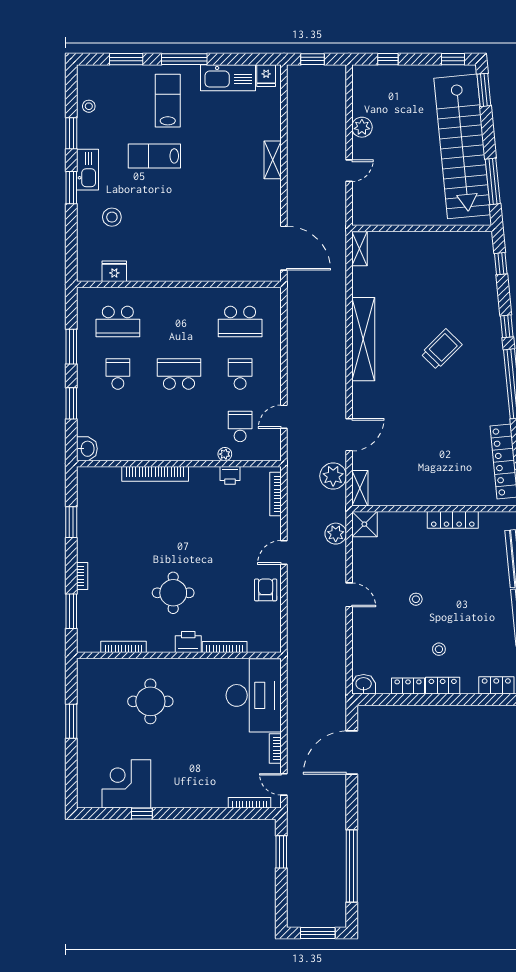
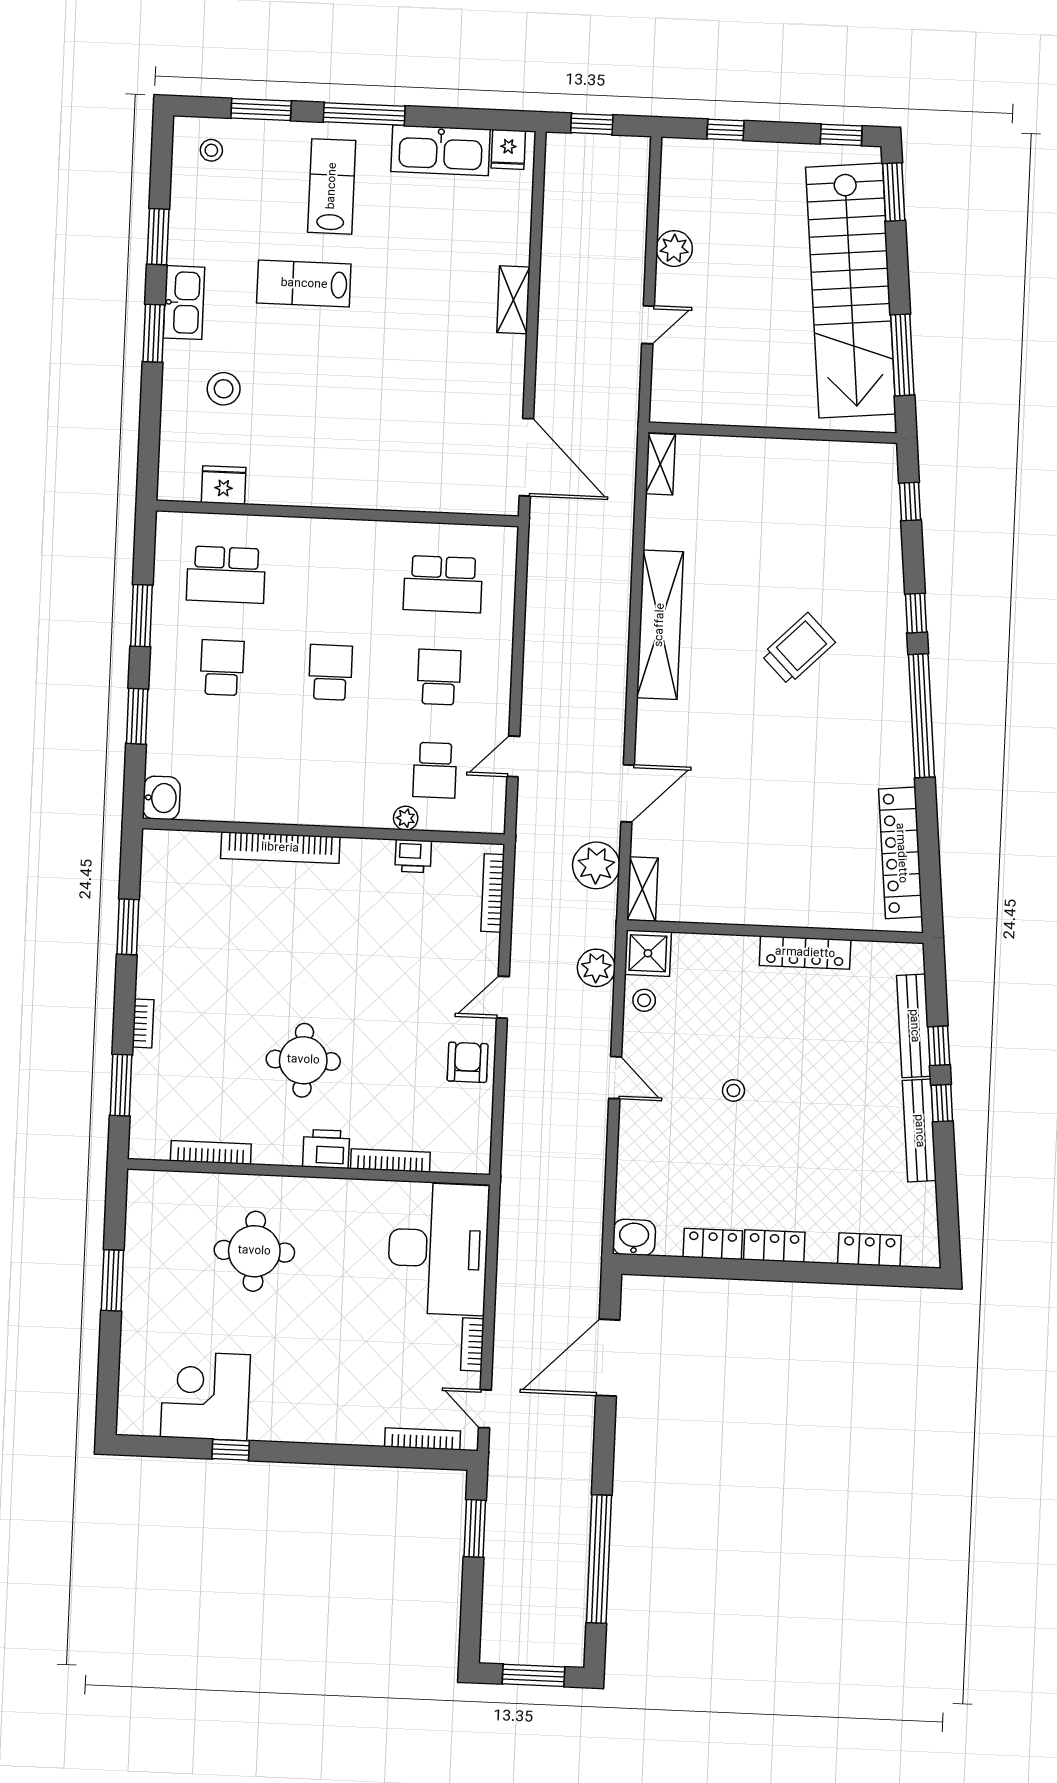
stool: (89, 106) -> (211, 150), moved
school desk: (179, 374) -> (330, 672), width x0.54
school desk: (240, 426) -> (435, 770), turned 180
stool: (439, 649) -> (644, 1000), moved

